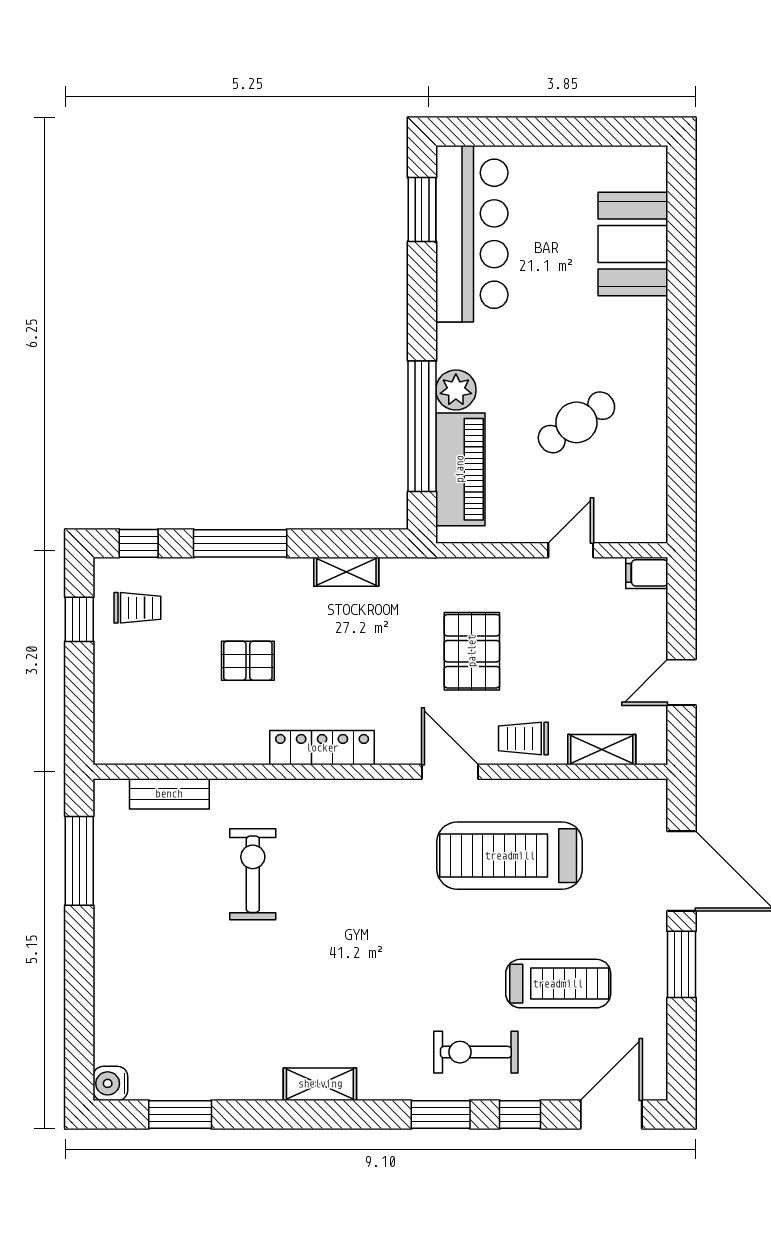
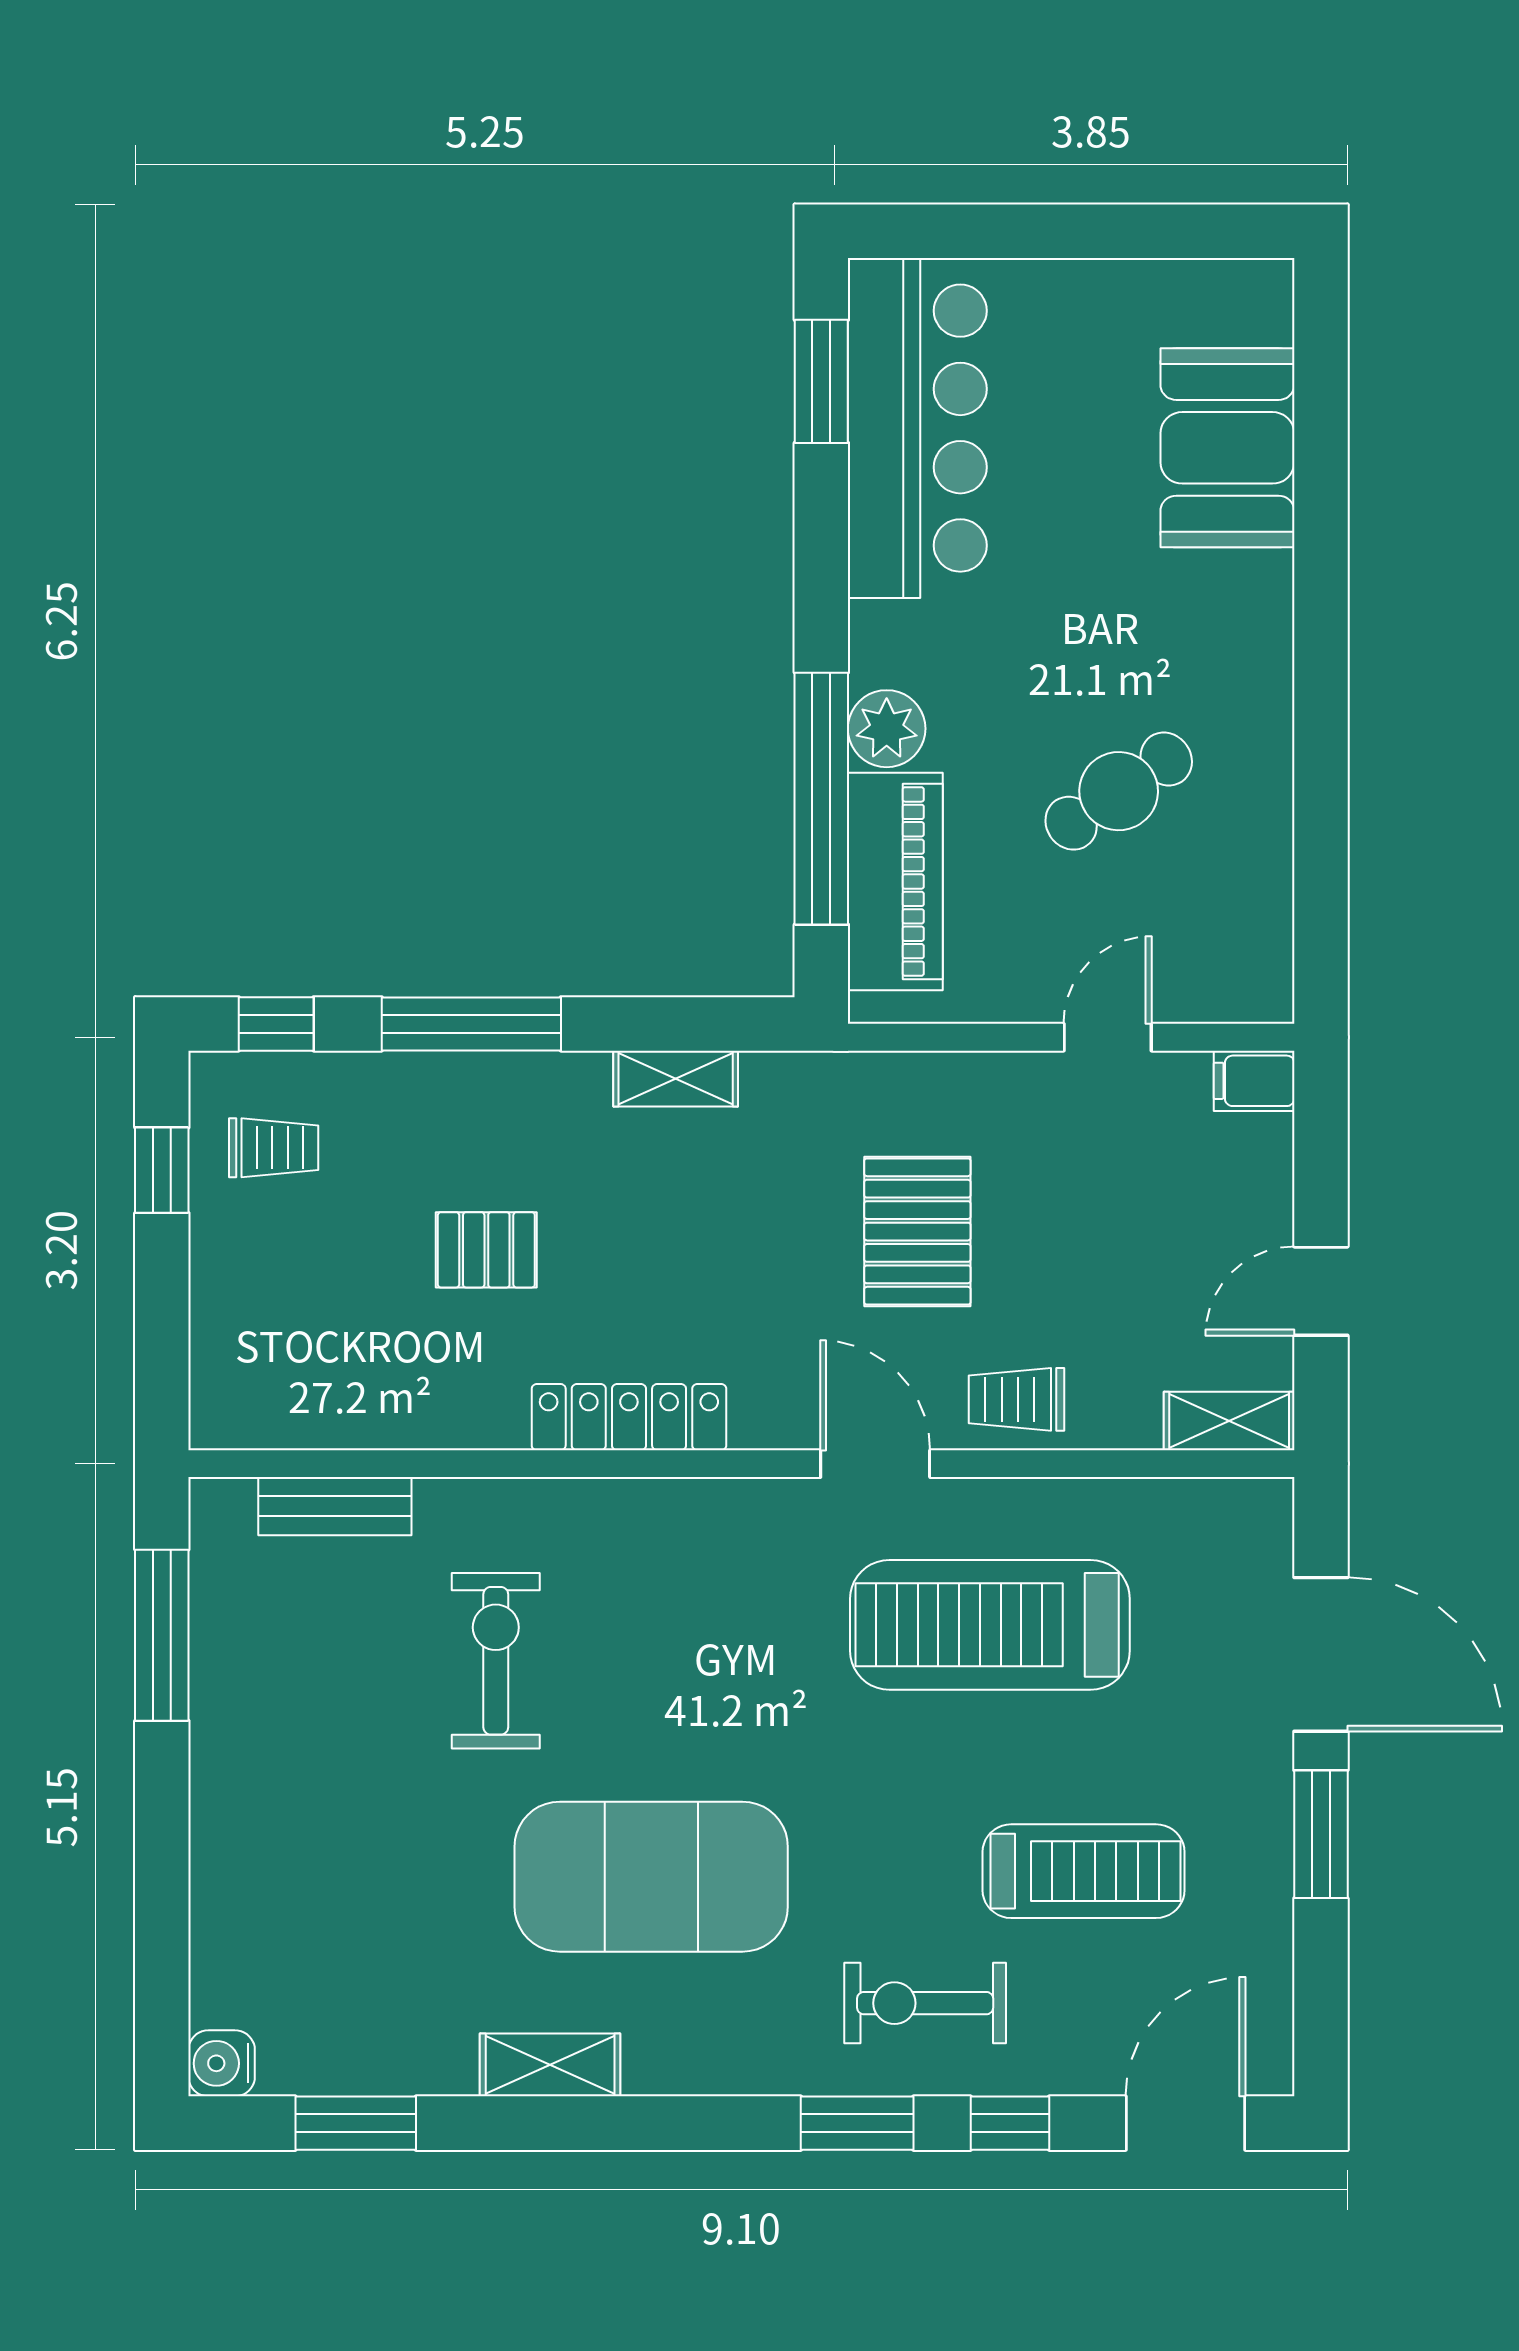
shelving: (602, 750) -> (1229, 1421), moved
exercise mat: (334, 986) -> (651, 1877), added
shelving: (320, 1084) -> (550, 2065), moved

